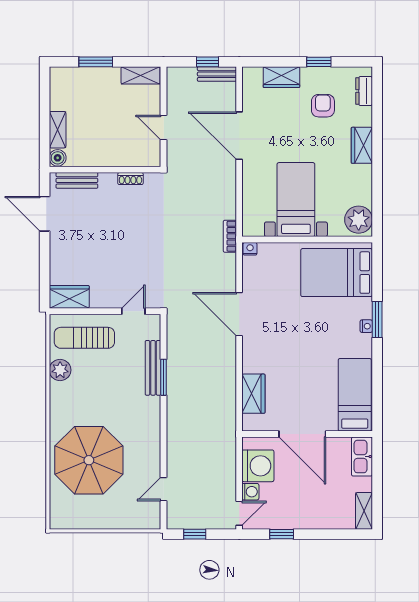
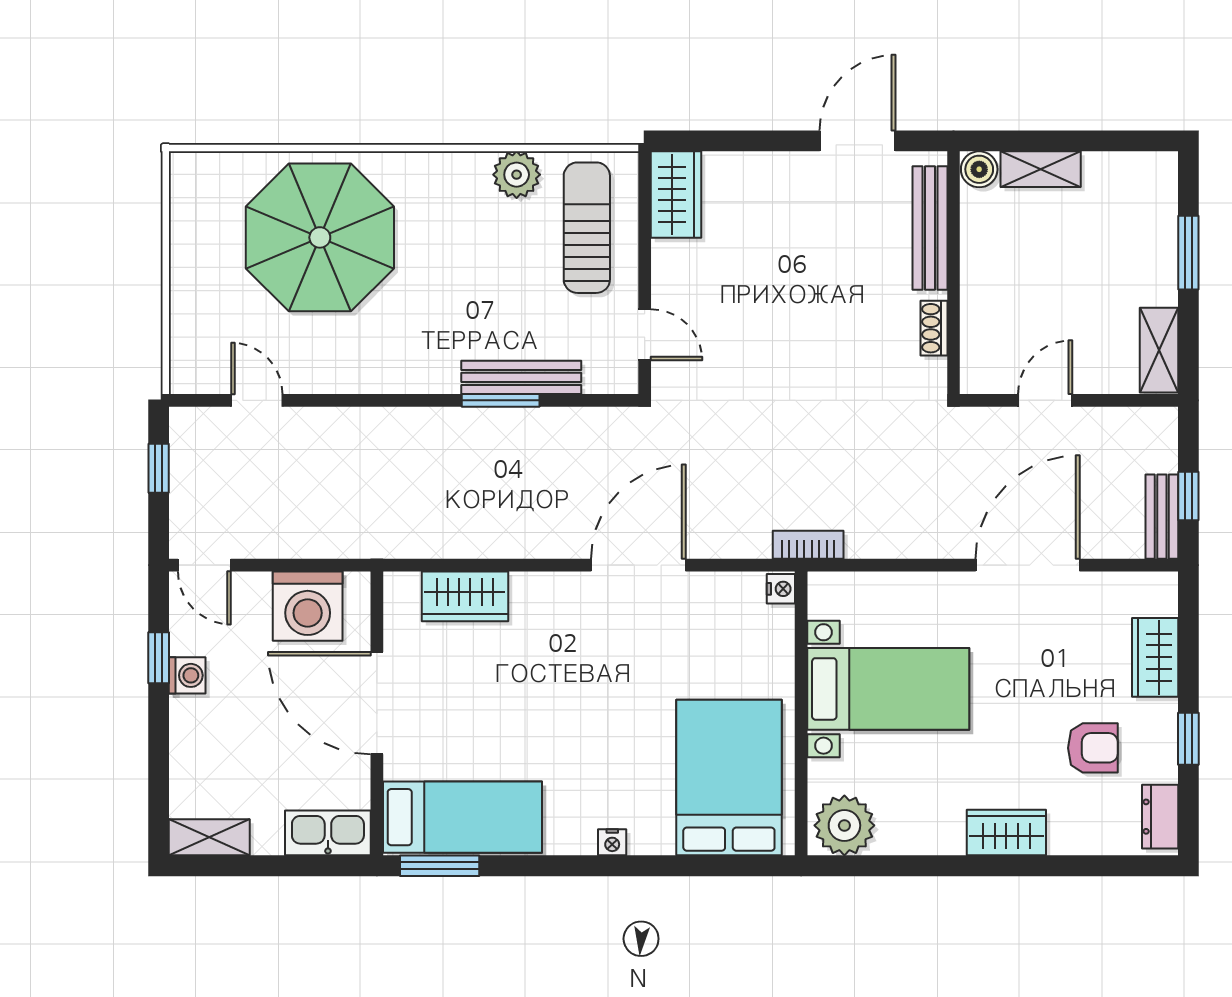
dresser: (364, 91) -> (1160, 817), moved, turned -90
bench: (77, 180) -> (930, 228), width x1.36
window: (377, 320) -> (440, 866), moved
door: (302, 434) -> (377, 703), hinge flipped
washing machine: (250, 492) -> (187, 675), moved, turned -90

